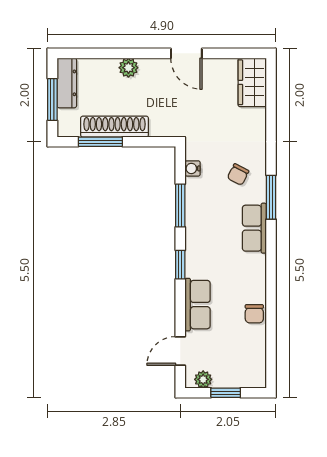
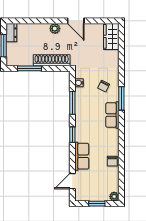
plant: (128, 68) -> (55, 29), moved
dresser: (67, 83) -> (11, 33), width x0.70
shoe rack: (115, 127) -> (52, 60), moved
plant: (203, 379) -> (114, 197), moved

